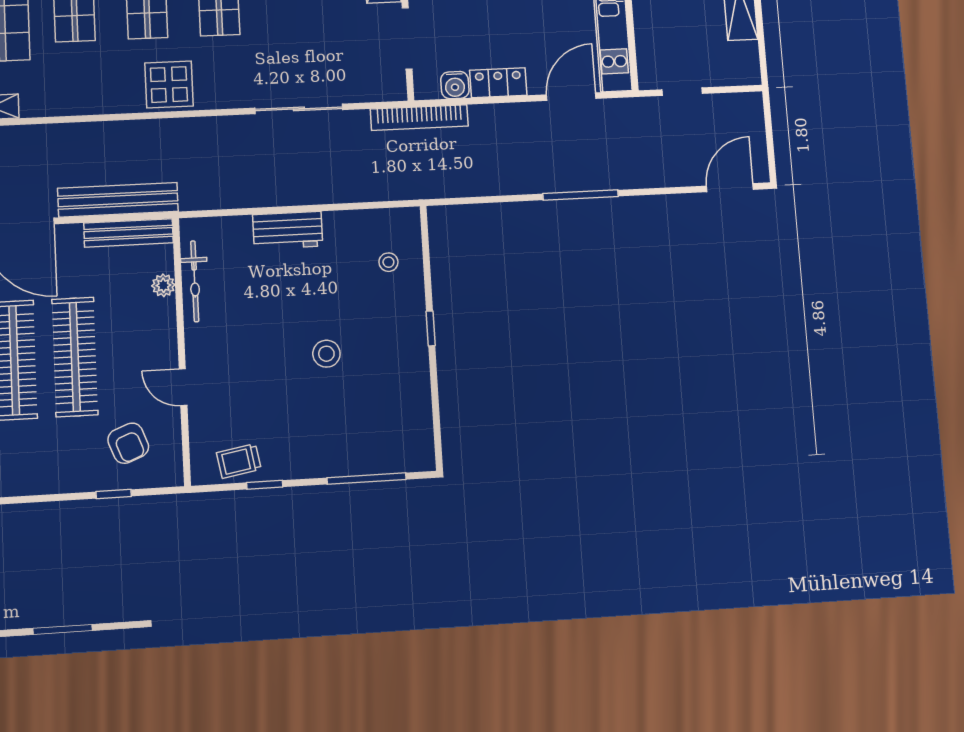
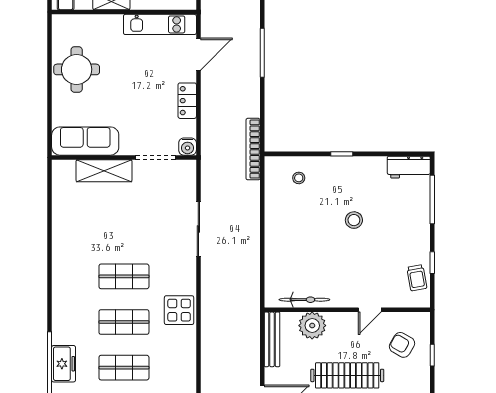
water cooler: (455, 85) -> (188, 147), moved, turned 90
door: (571, 97) -> (198, 54), swing flipped
bookcase: (419, 118) -> (253, 149), moved, turned 180
bench: (118, 200) -> (251, 345), removed
workbench: (288, 230) -> (409, 167), moved, turned 90
plant: (163, 285) -> (312, 326), width x1.88, depth x1.88
armchair: (128, 443) -> (402, 345), turned -129

